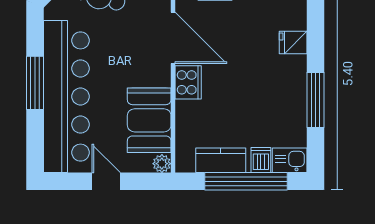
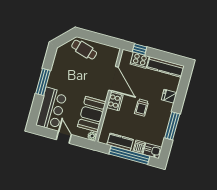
trolley: (244, 80) -> (142, 108), added
bar counter: (66, 96) -> (52, 109), width x0.54

